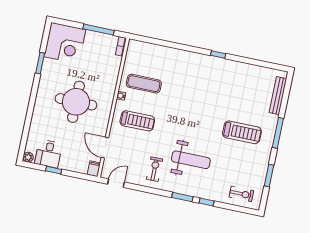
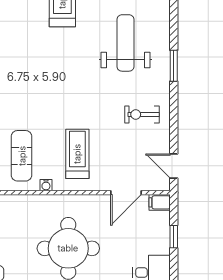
weight bench: (191, 160) -> (125, 43), moved
window: (54, 170) -> (174, 237), moved
window: (206, 202) -> (174, 29), removed

